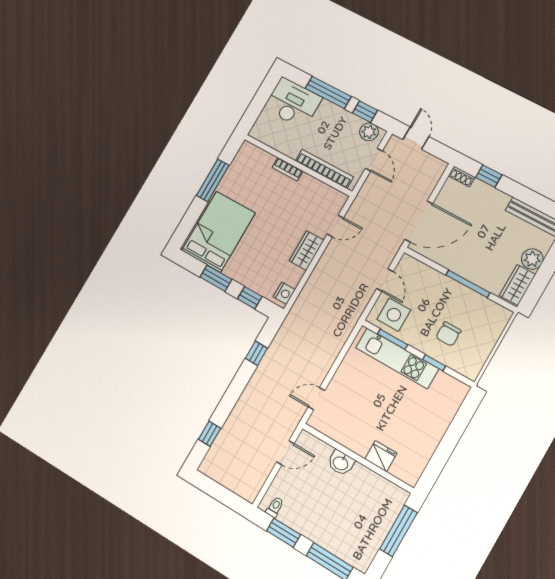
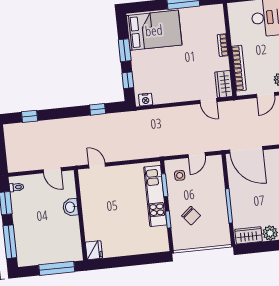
wardrobe: (307, 251) -> (224, 84), moved, turned -90
side table: (394, 315) -> (180, 175), width x0.54, depth x0.54
chair: (448, 334) -> (191, 216), turned -130
fridge: (381, 456) -> (94, 250), moved

